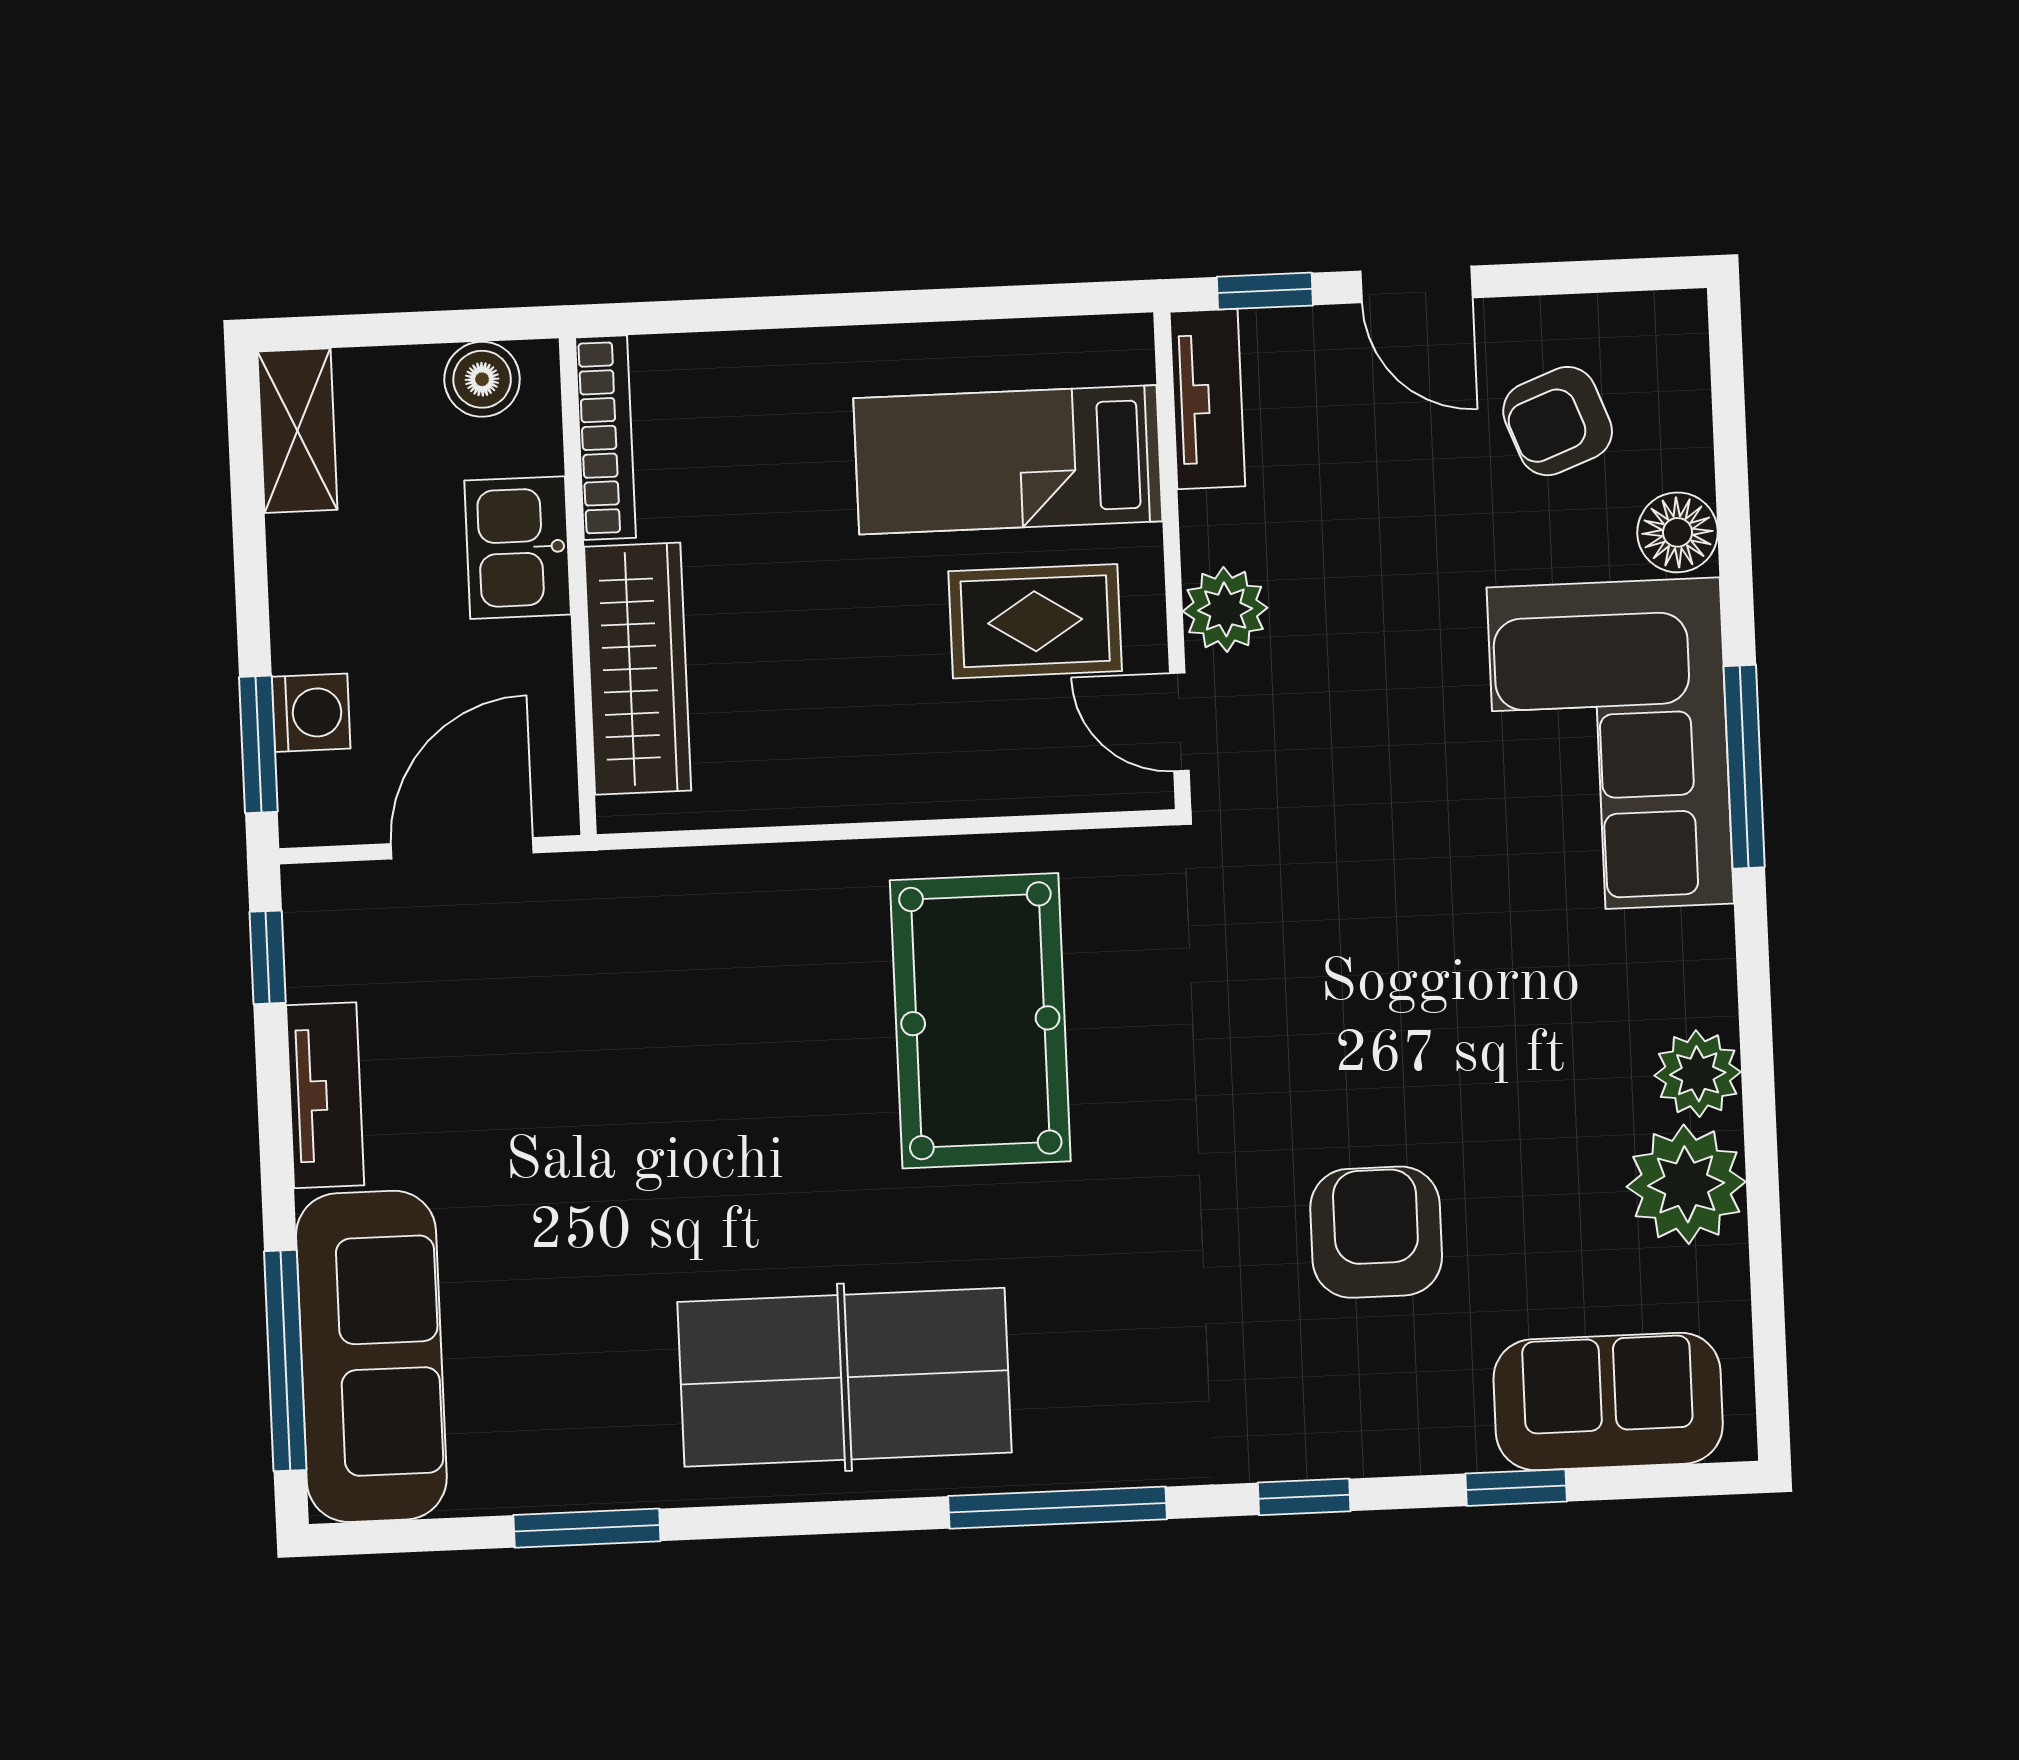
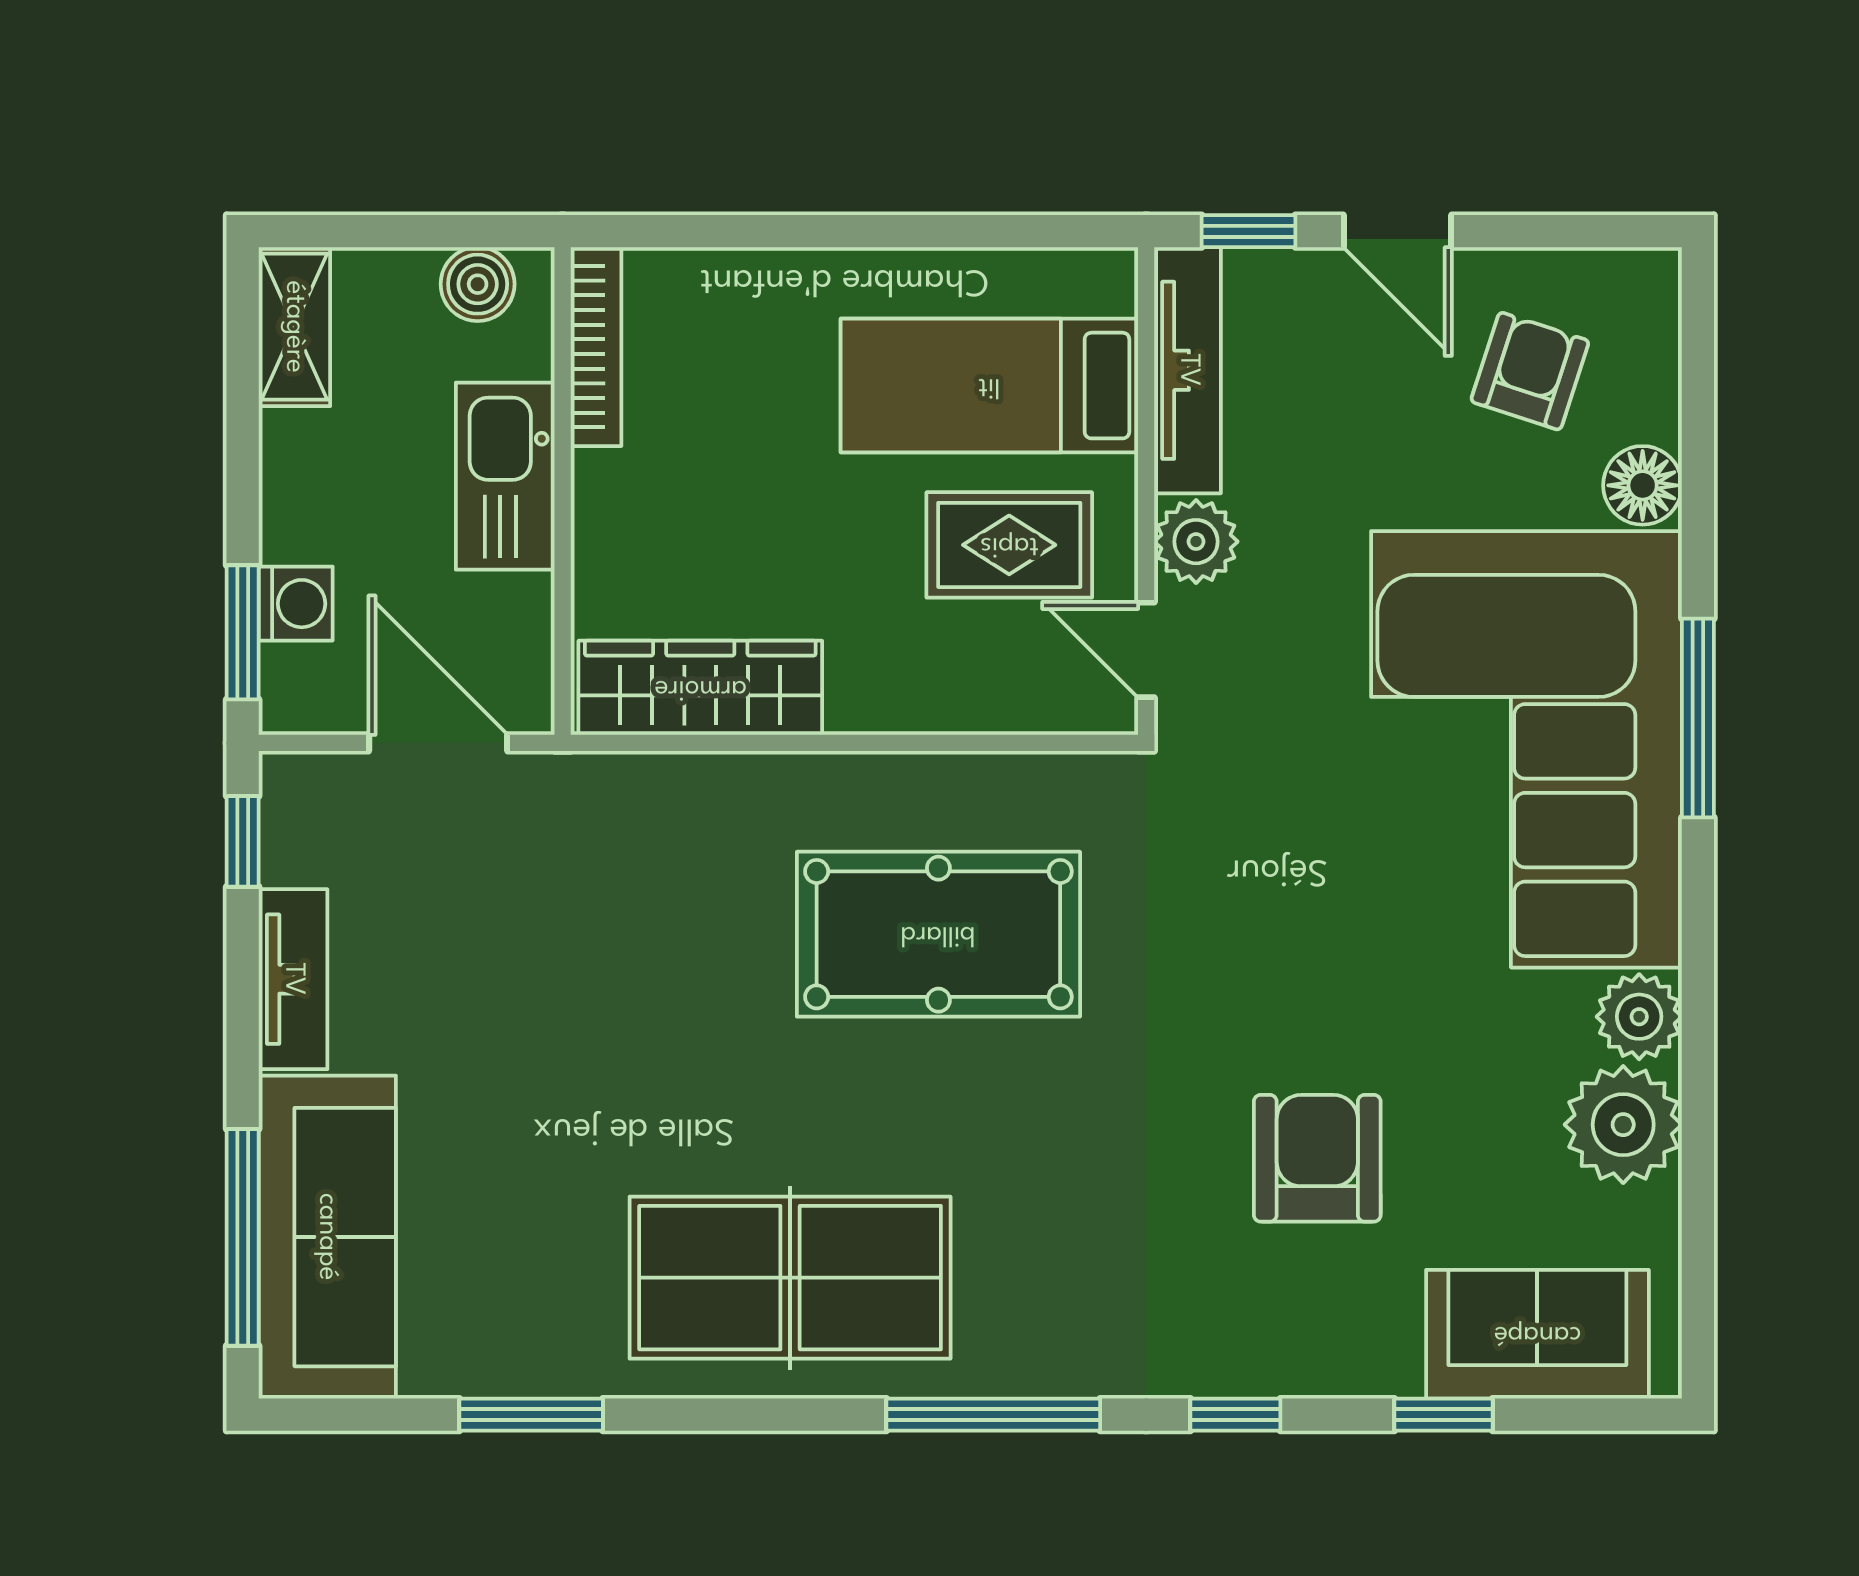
tv unit: (1207, 399) -> (1188, 370), width x1.41
armchair: (1558, 421) -> (1530, 371), turned 129
kitchen sink: (518, 548) -> (505, 476), width x1.38
wardrobe: (638, 669) -> (700, 688), moved, turned -90
corner sofa: (1610, 746) -> (1527, 749), width x1.36, depth x1.36
door: (462, 848) -> (438, 743), hinge flipped
pool table: (980, 1021) -> (938, 934), turned 90

